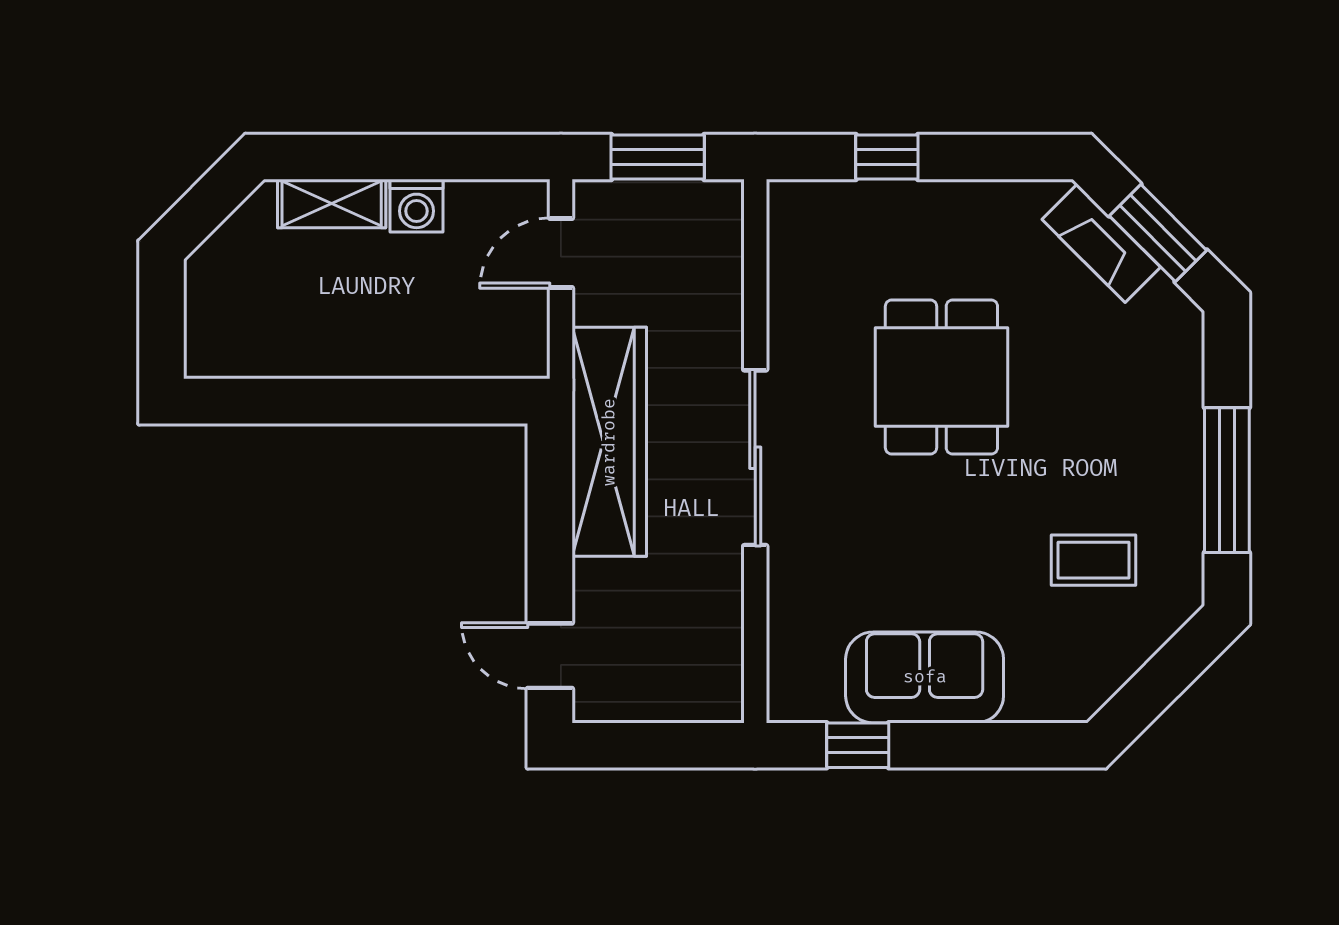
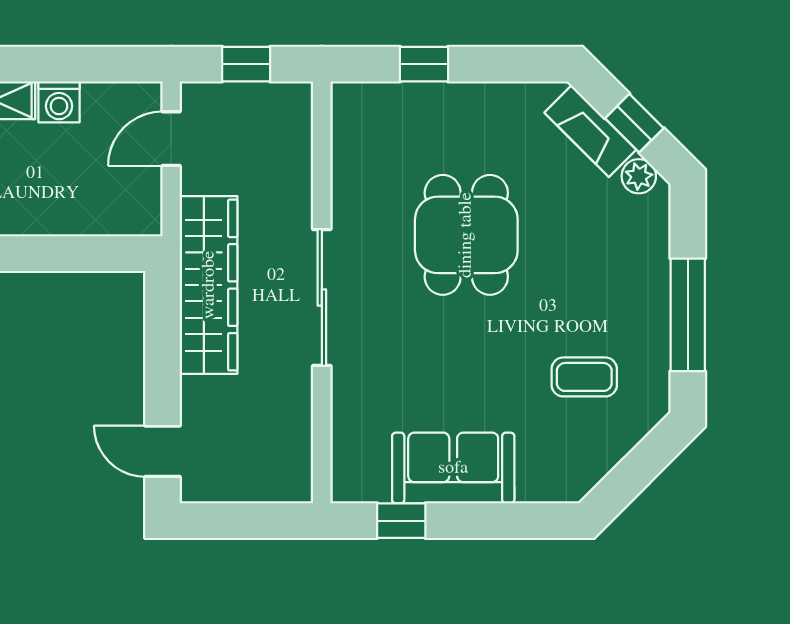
window: (658, 157) -> (246, 64), width x0.67
window: (1158, 233) -> (634, 123), width x0.67
plant: (1164, 301) -> (639, 176), added

